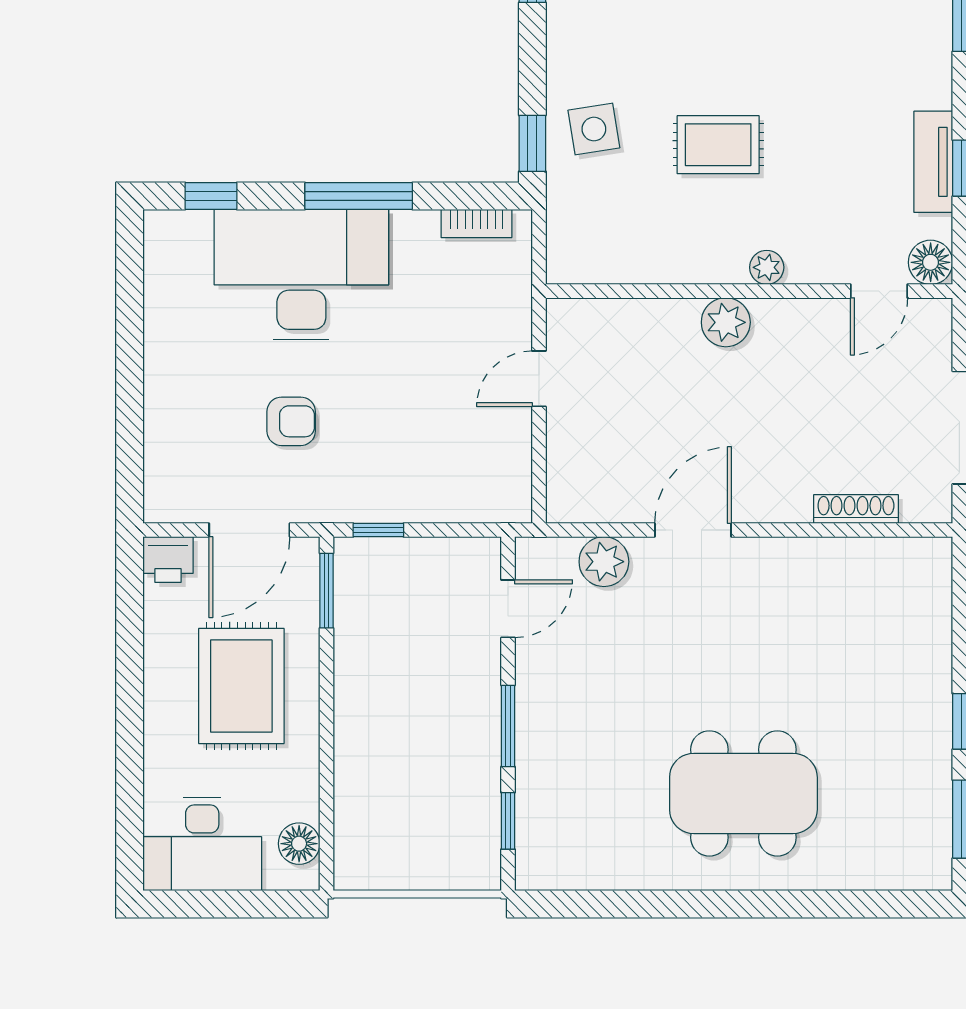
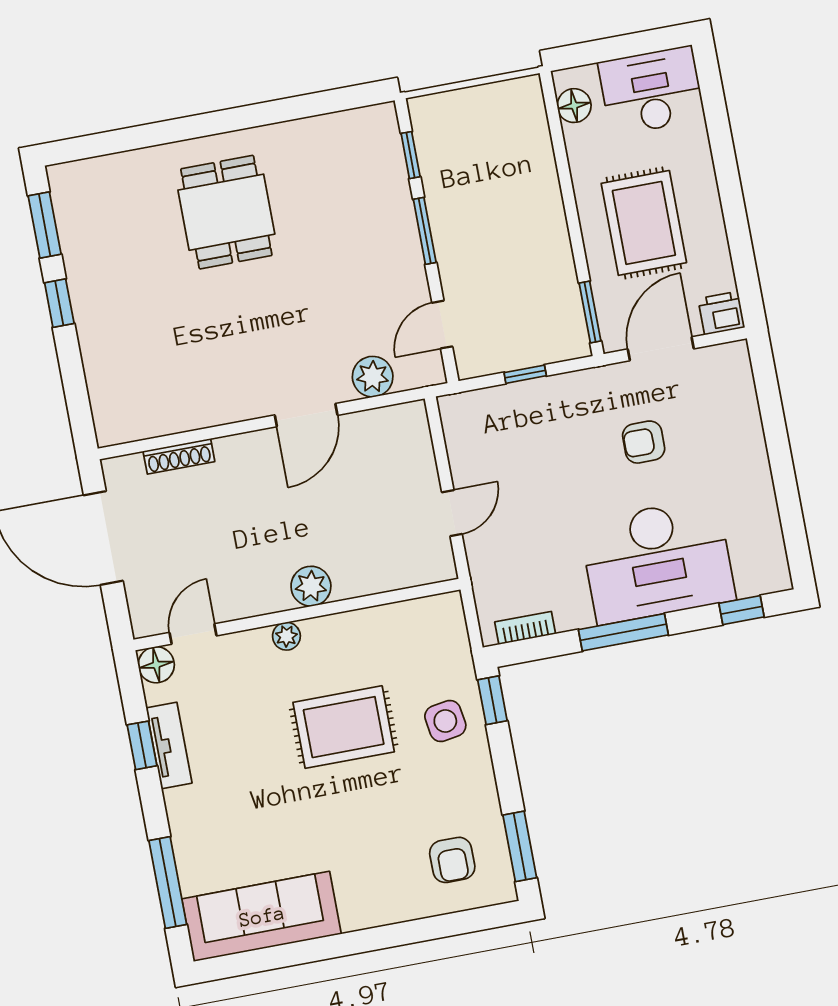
rug: (718, 145) -> (344, 727), width x1.36, depth x1.43
window: (378, 530) -> (525, 374), moved
dining table: (743, 793) -> (226, 212), width x0.73

